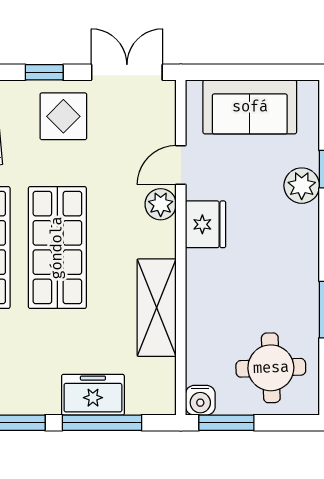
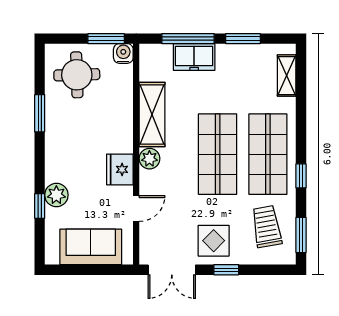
plant: (161, 204) -> (149, 159), moved

